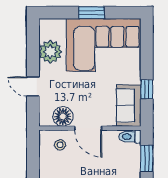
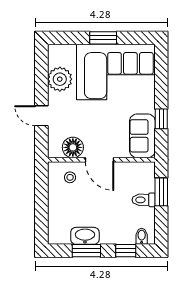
toilet: (130, 137) -> (144, 200), moved

